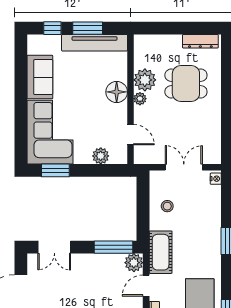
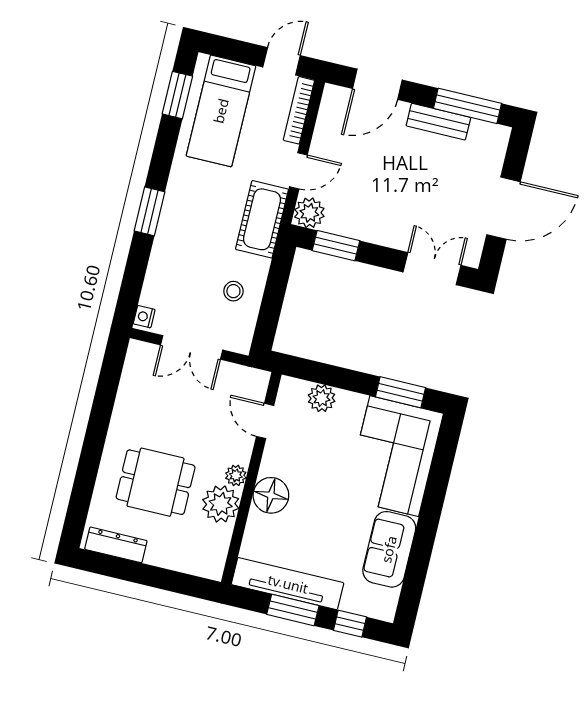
window: (114, 247) -> (336, 246), width x0.69

